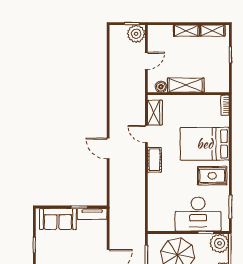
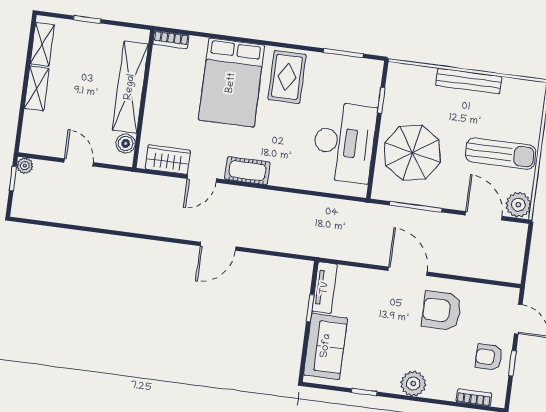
plant: (136, 34) -> (25, 166), width x0.53, depth x0.53
shelving: (186, 85) -> (130, 87), width x1.47
desk: (198, 214) -> (344, 142), moved
plant: (220, 243) -> (402, 80), removed

